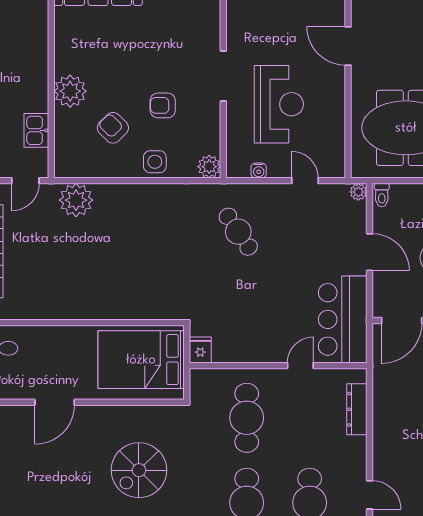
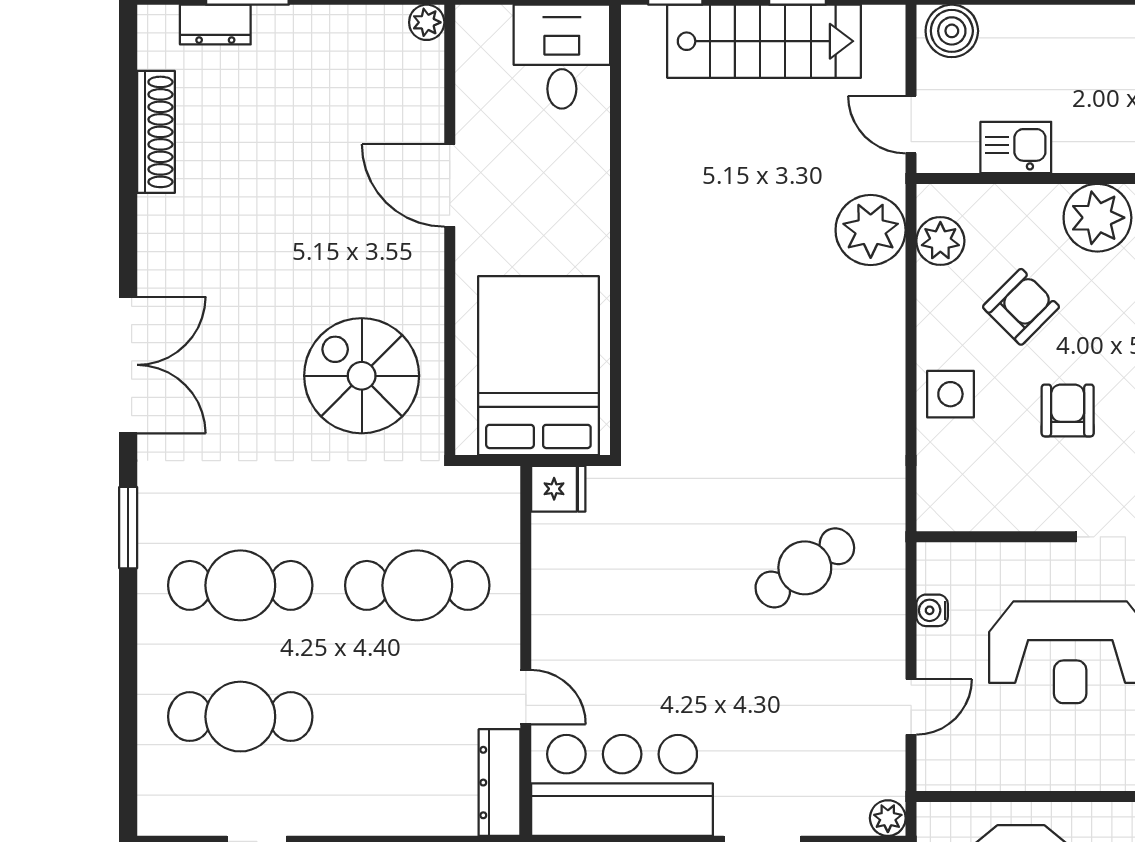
plant: (209, 167) -> (940, 241), moved
dresser: (357, 409) -> (500, 783), moved, turned -90
spiral stairs: (139, 470) -> (362, 376), moved

